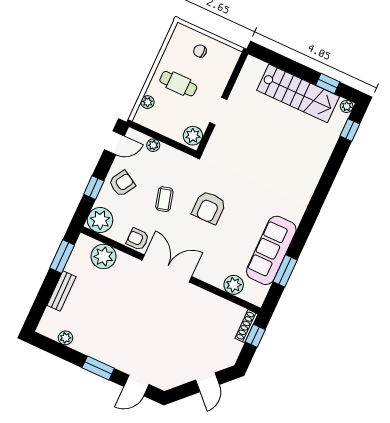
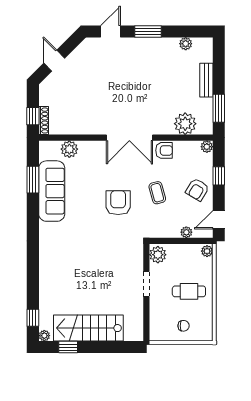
plant: (148, 102) -> (207, 251), moved
plant: (100, 220) -> (207, 147), width x0.53, depth x0.53

